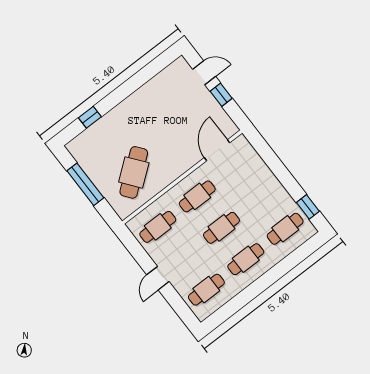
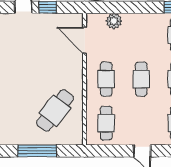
plant: (254, 163) -> (114, 21), added
cafe table: (134, 172) -> (55, 111), turned 76

